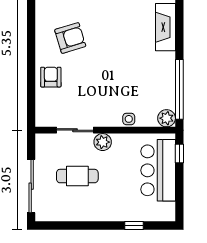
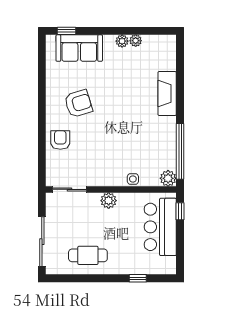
sliding door: (75, 130) -> (69, 189), moved
cafe table: (77, 176) -> (88, 255), moved

